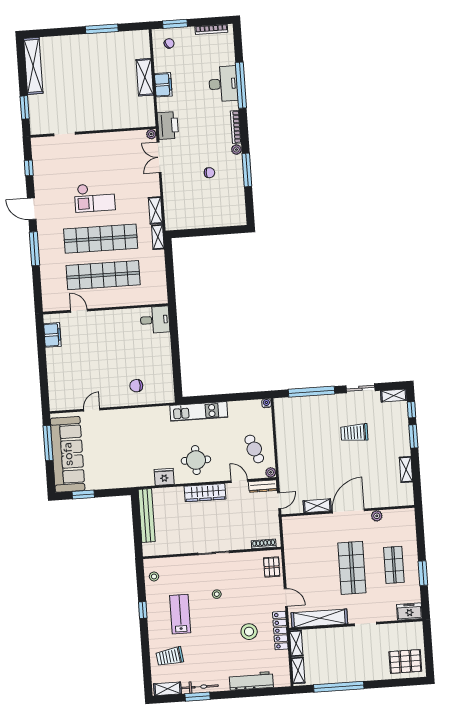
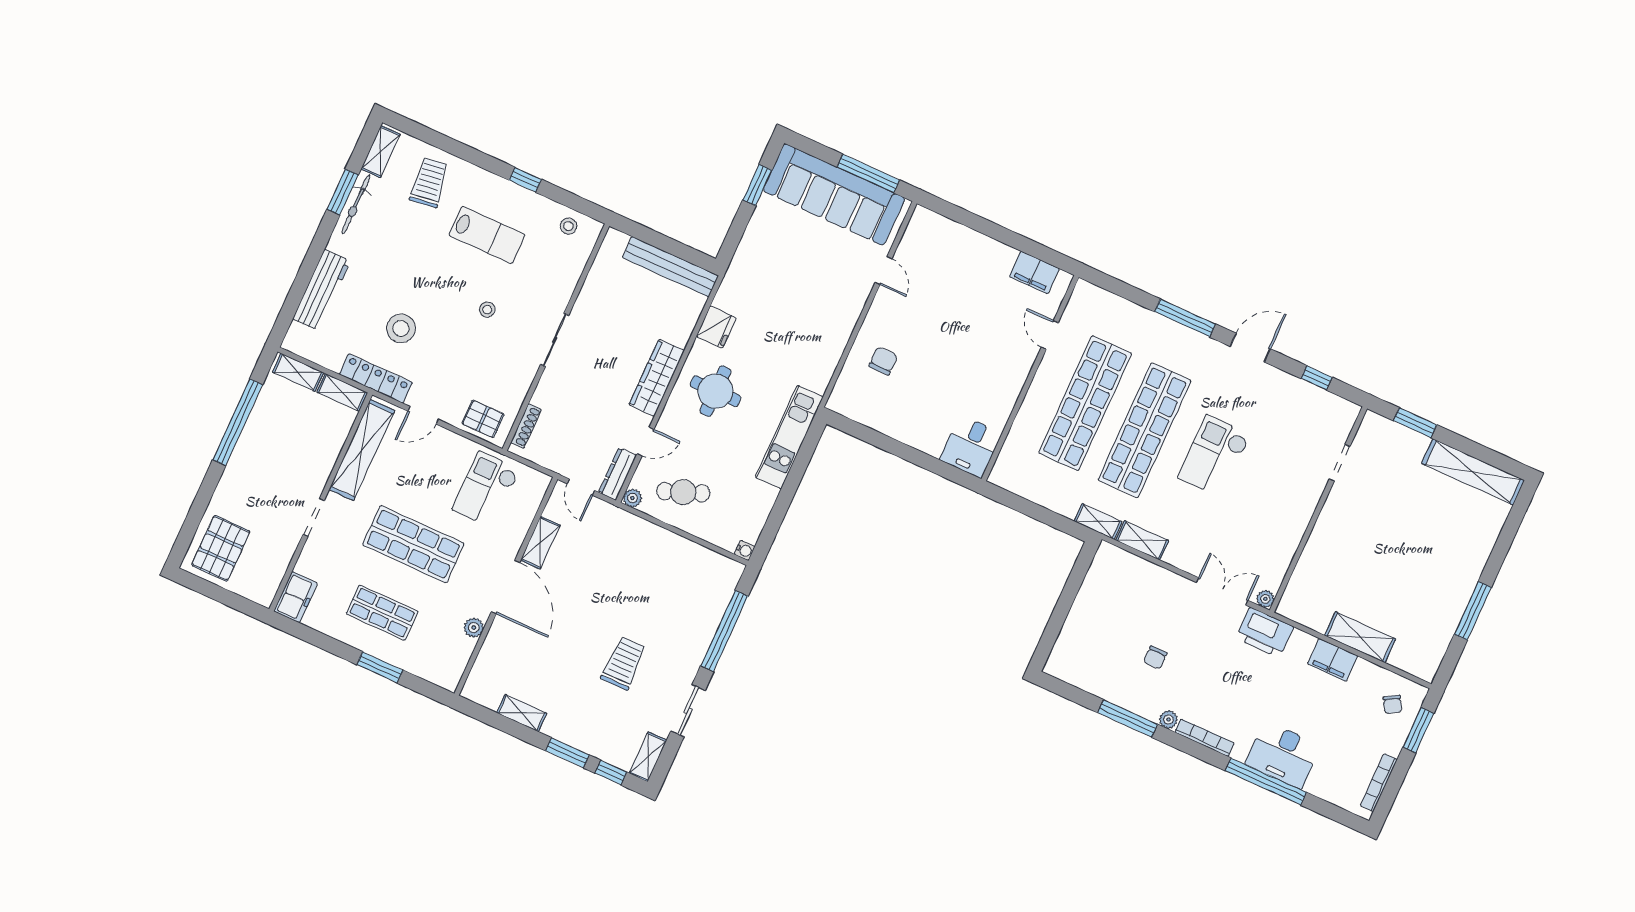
door: (79, 311) -> (1050, 335), swing flipped
checkout: (306, 547) -> (486, 489), added
window: (423, 573) -> (380, 667), moved

